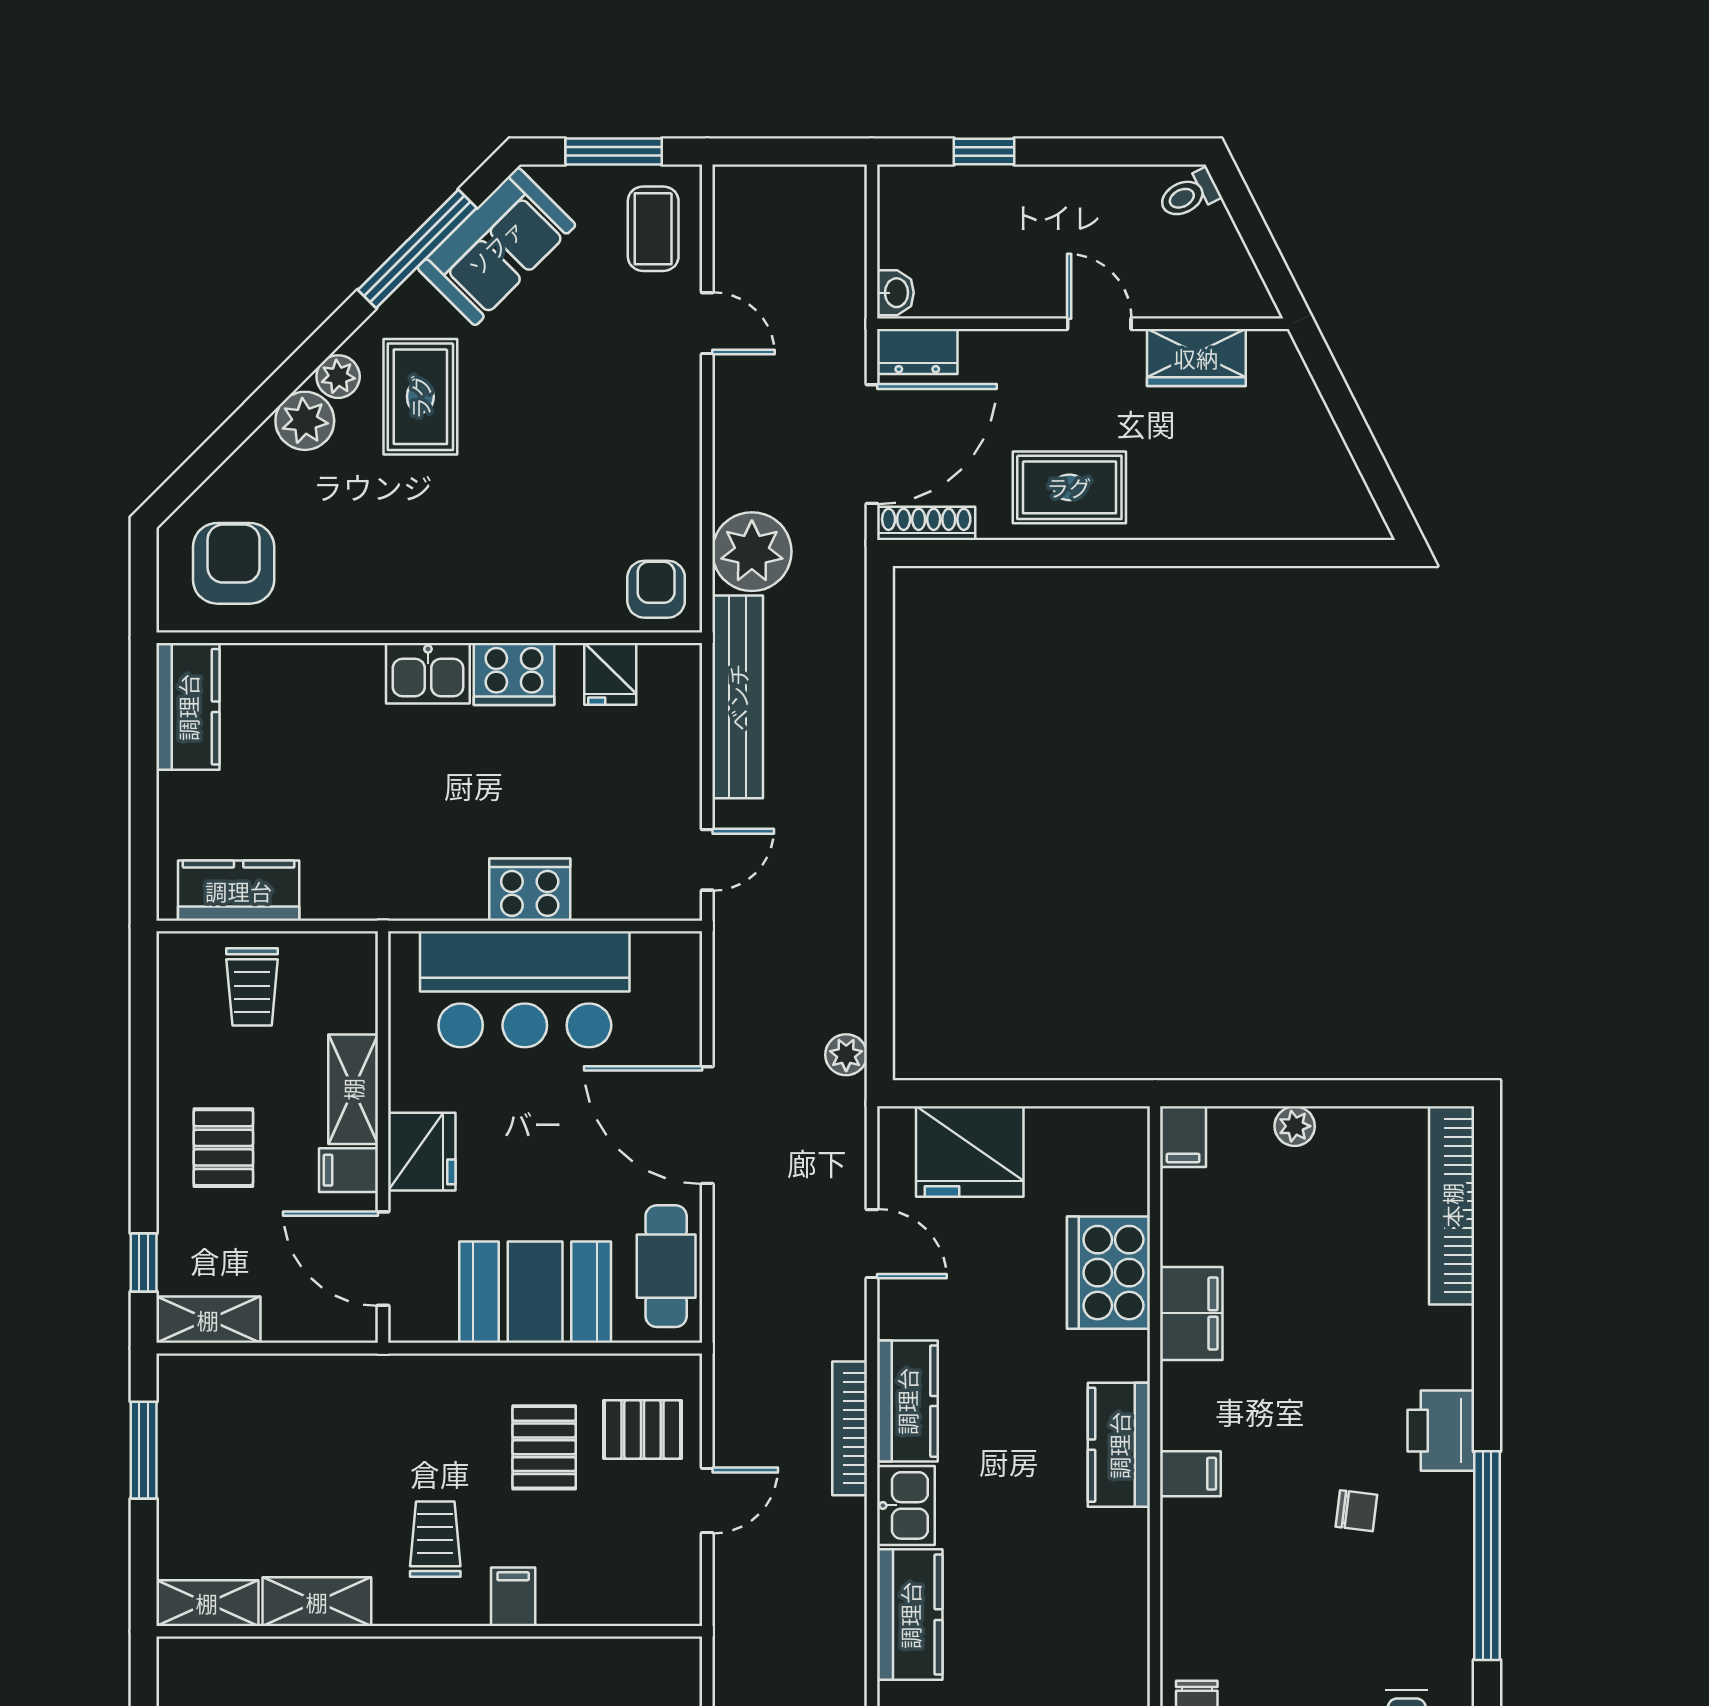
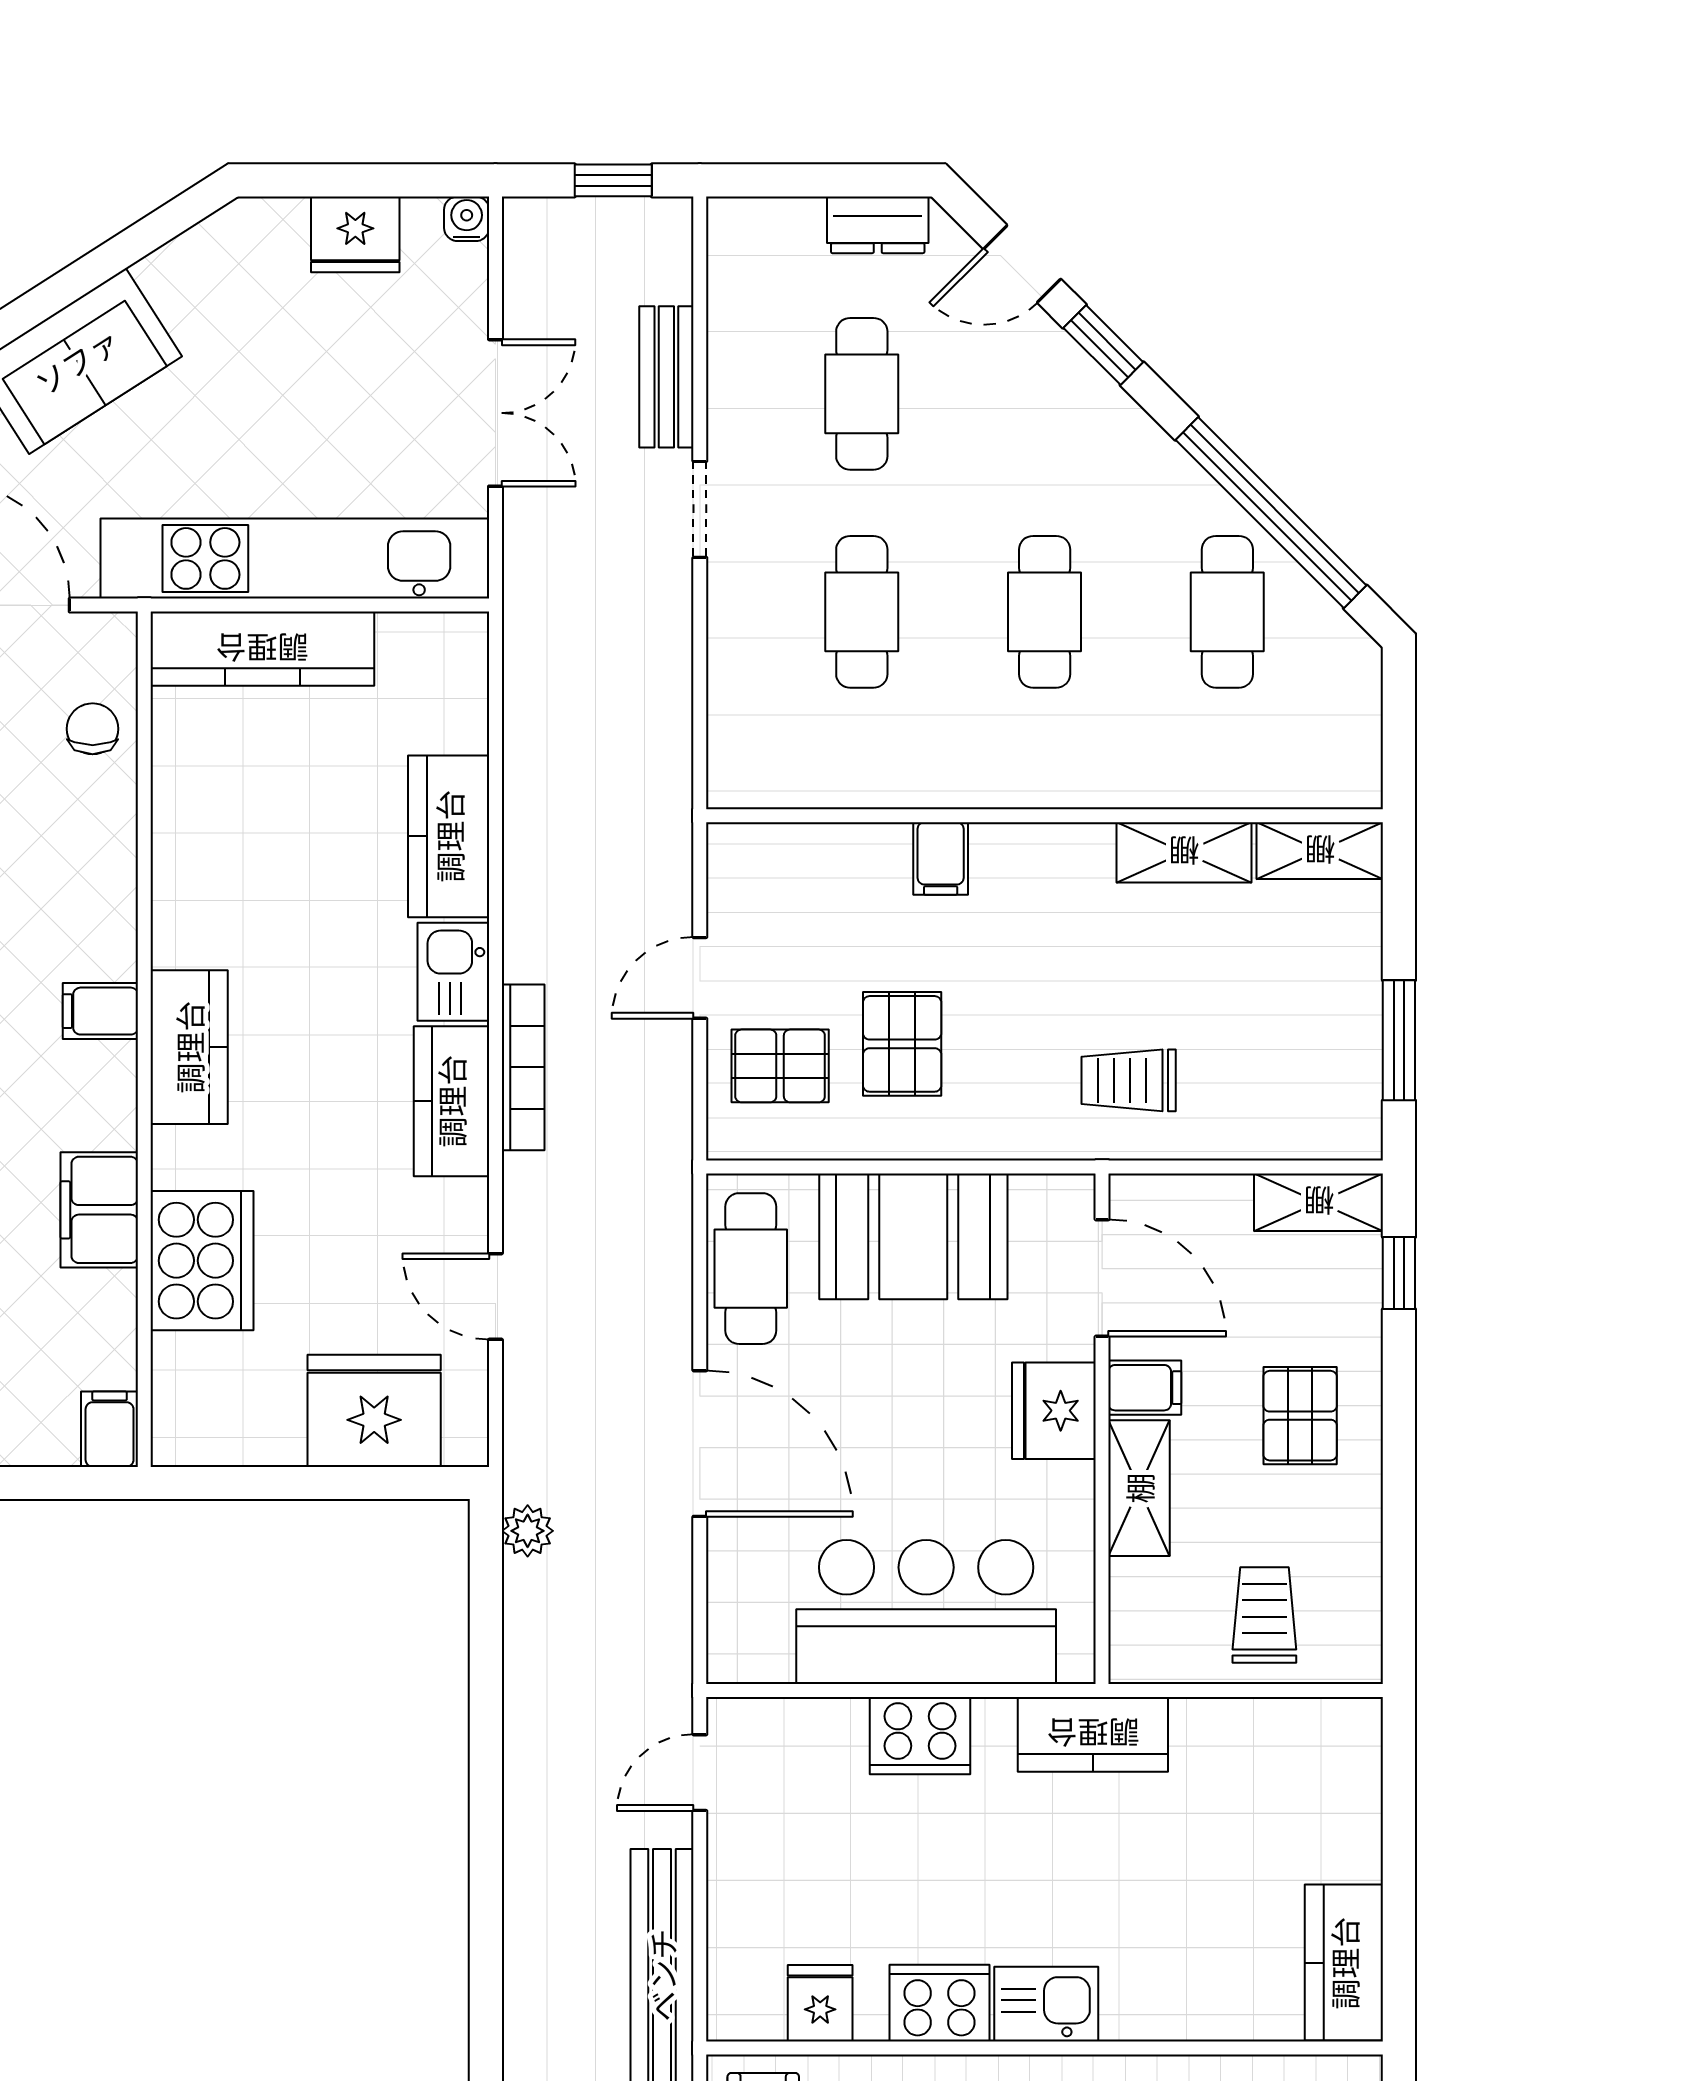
kitchen counter: (239, 891) -> (1093, 1734), moved
trolley: (435, 1539) -> (1129, 1080), moved, turned 90

